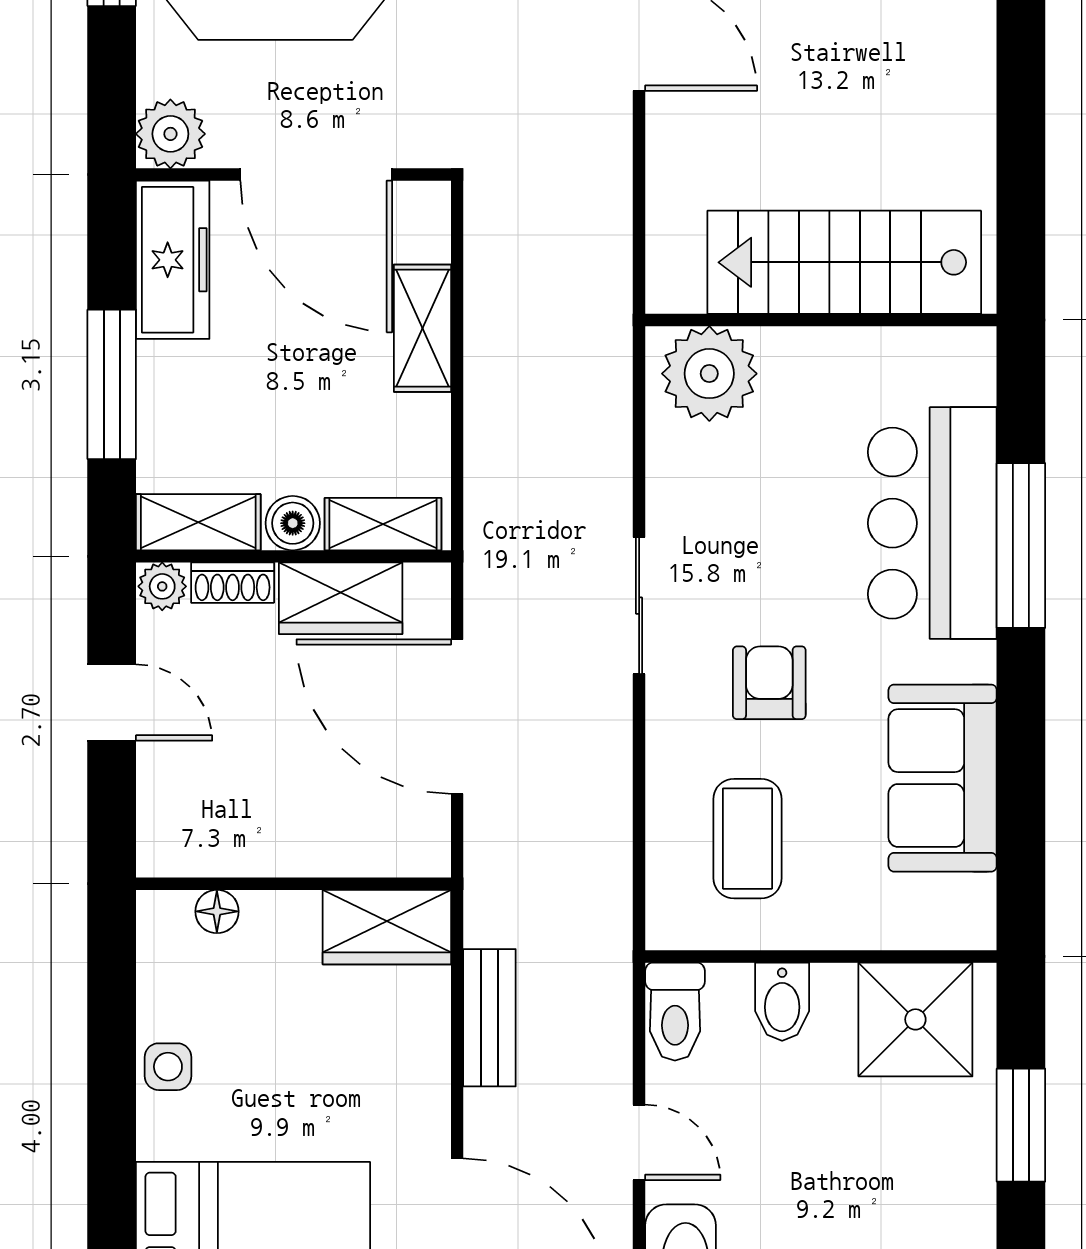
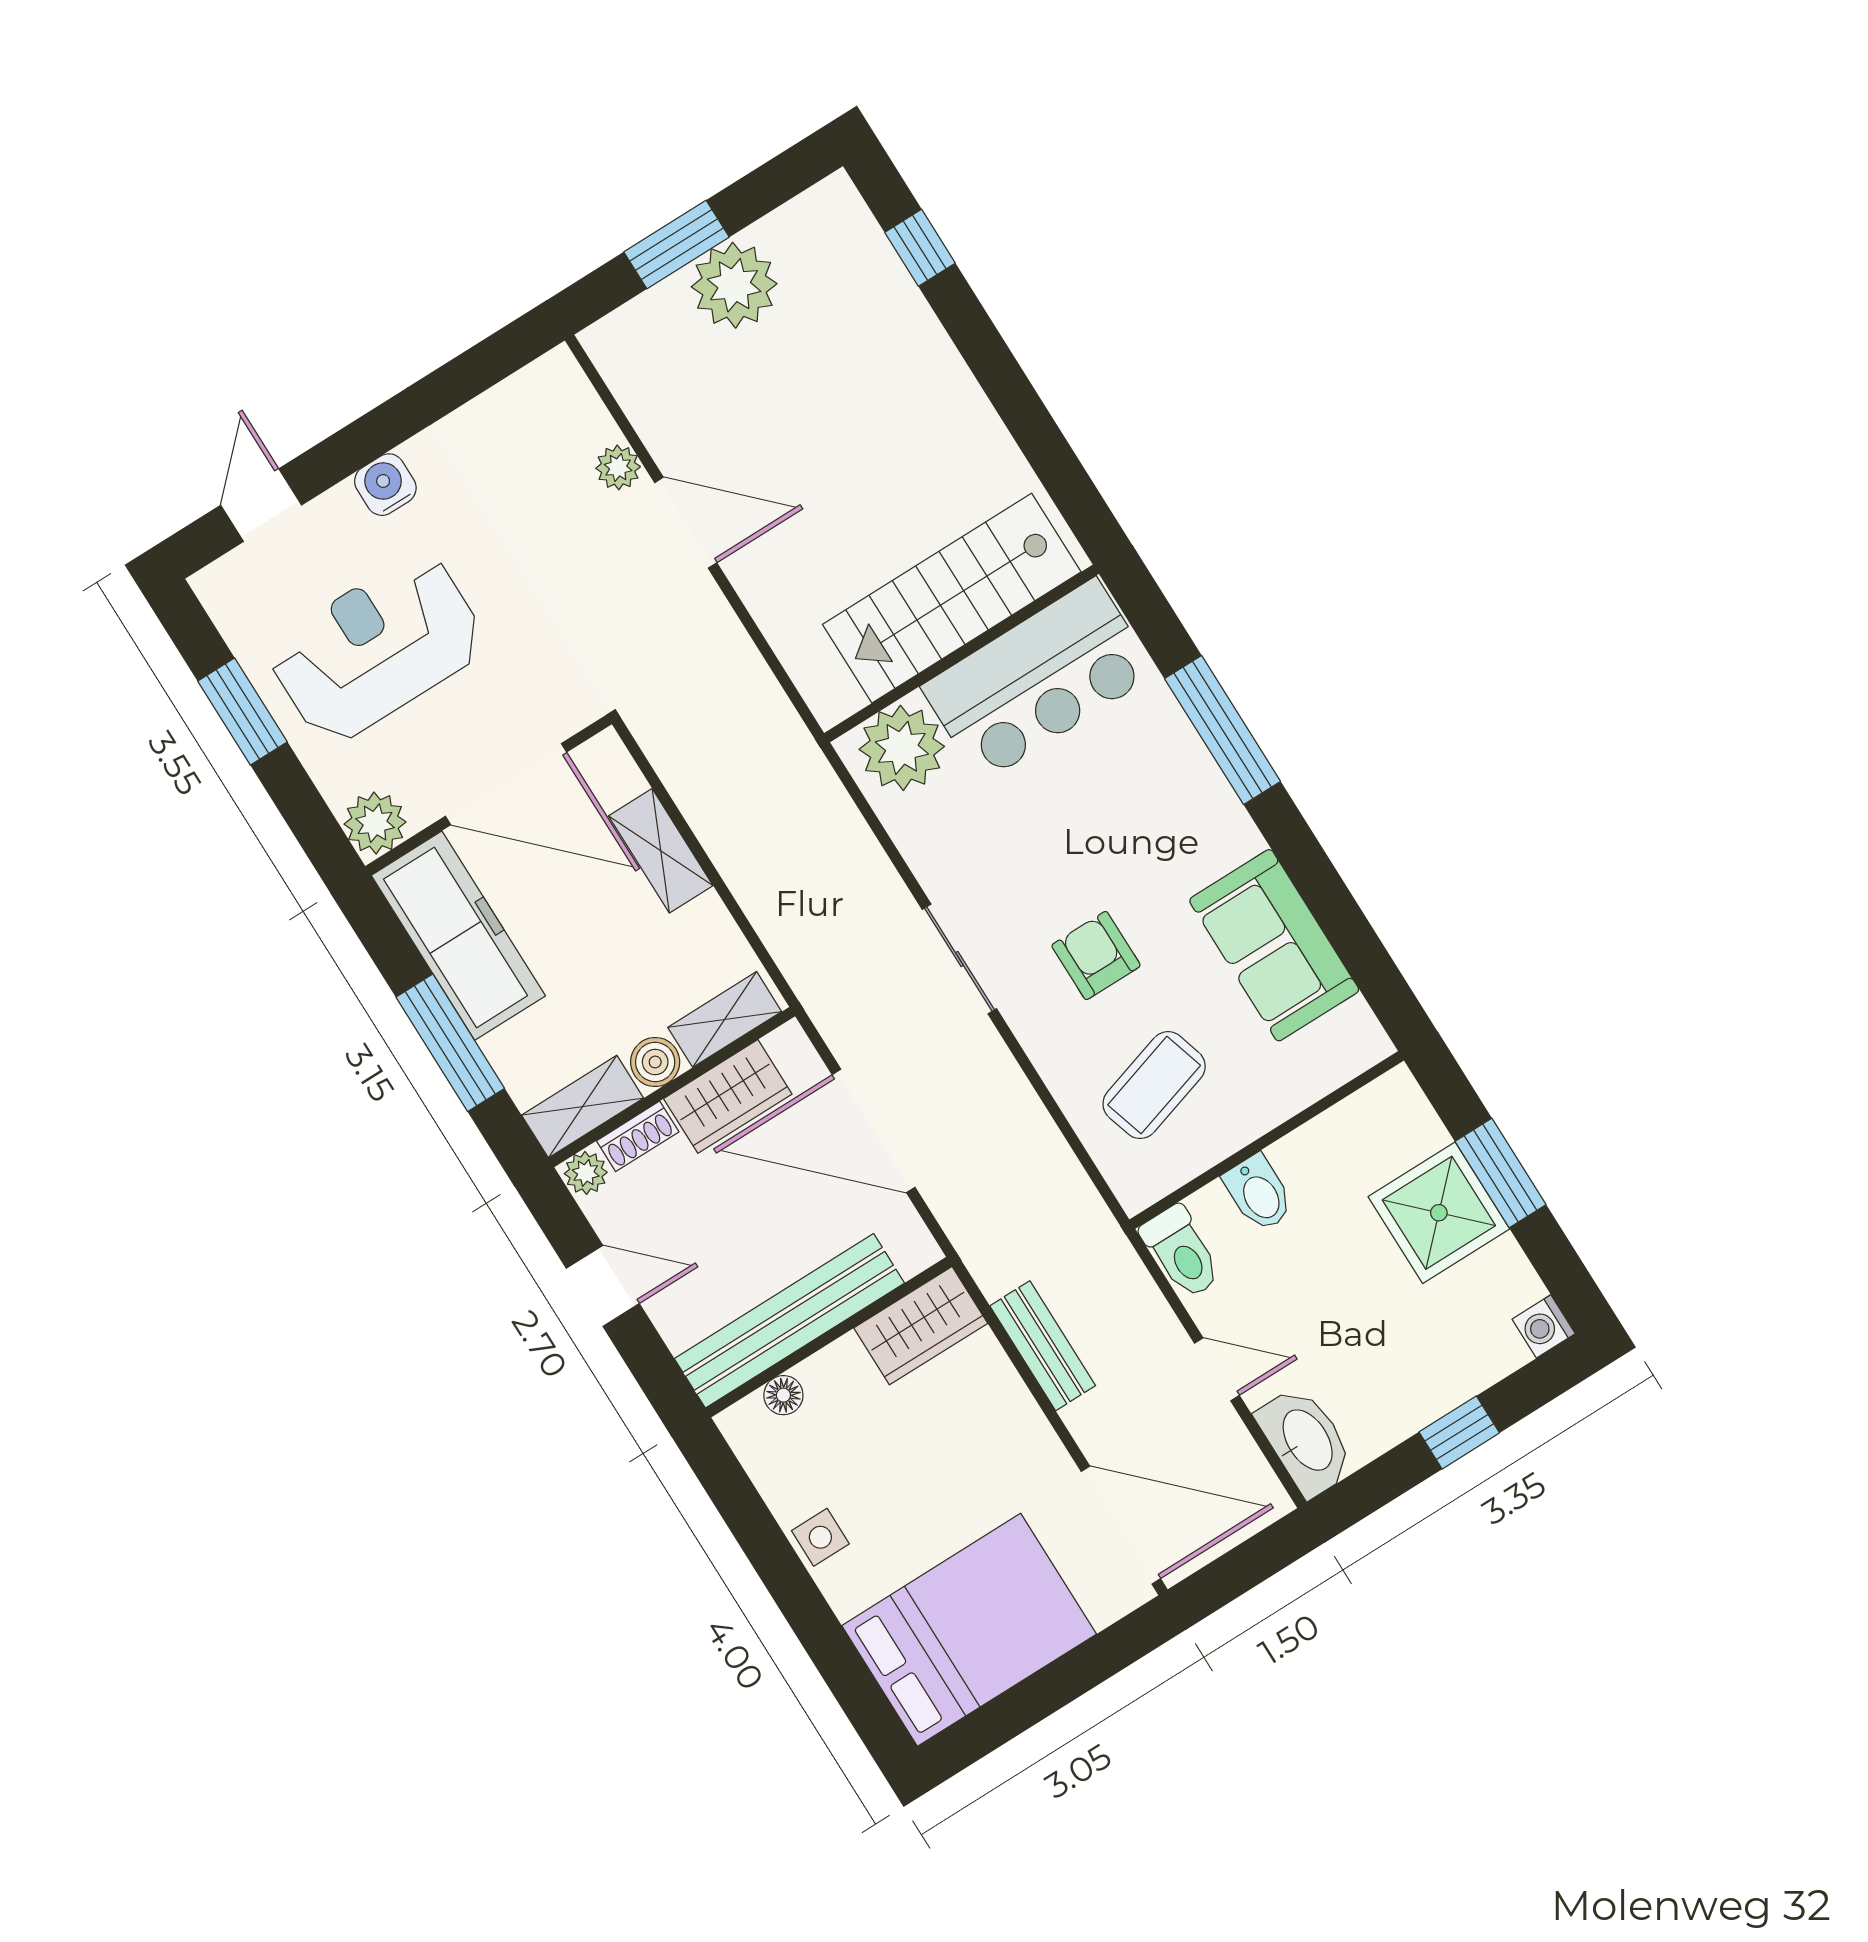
freezer: (173, 260) -> (458, 936), width x1.36, depth x1.26
bar counter: (932, 523) -> (1039, 680), moved, turned -90
coffee table: (748, 839) -> (1154, 1085), turned 73
bench: (266, 845) -> (789, 1321), added
shower: (915, 1019) -> (1439, 1213), moved

